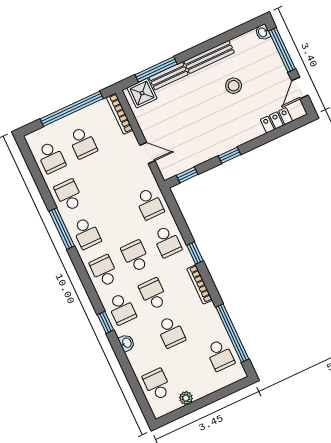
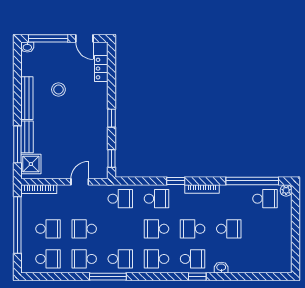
school desk: (157, 384) -> (84, 229), moved
plant: (186, 398) -> (286, 190), moved

